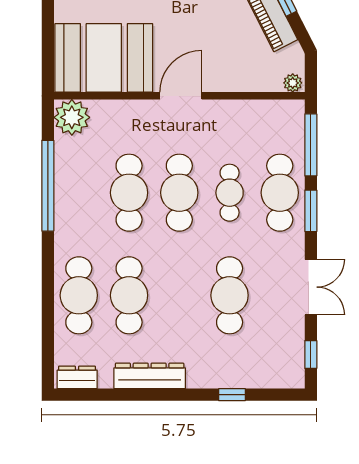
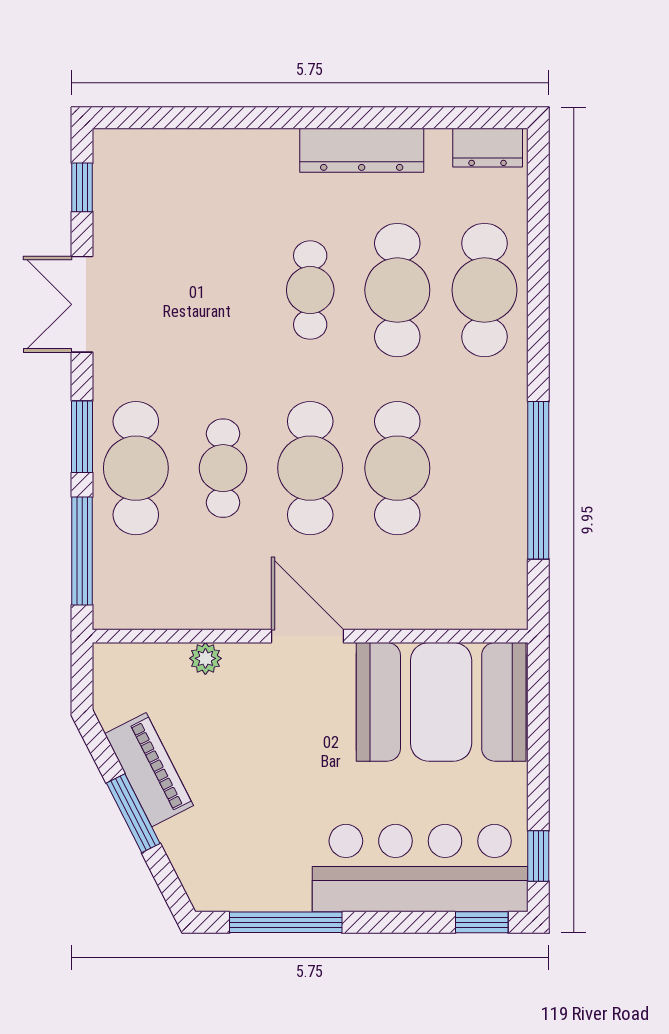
plant: (293, 83) -> (205, 658), moved
door: (181, 96) -> (307, 636), swing flipped
plant: (72, 117) -> (497, 599), removed
cafe table: (230, 295) -> (310, 290), moved, width x0.73, depth x0.74
window: (232, 395) -> (219, 118), removed

